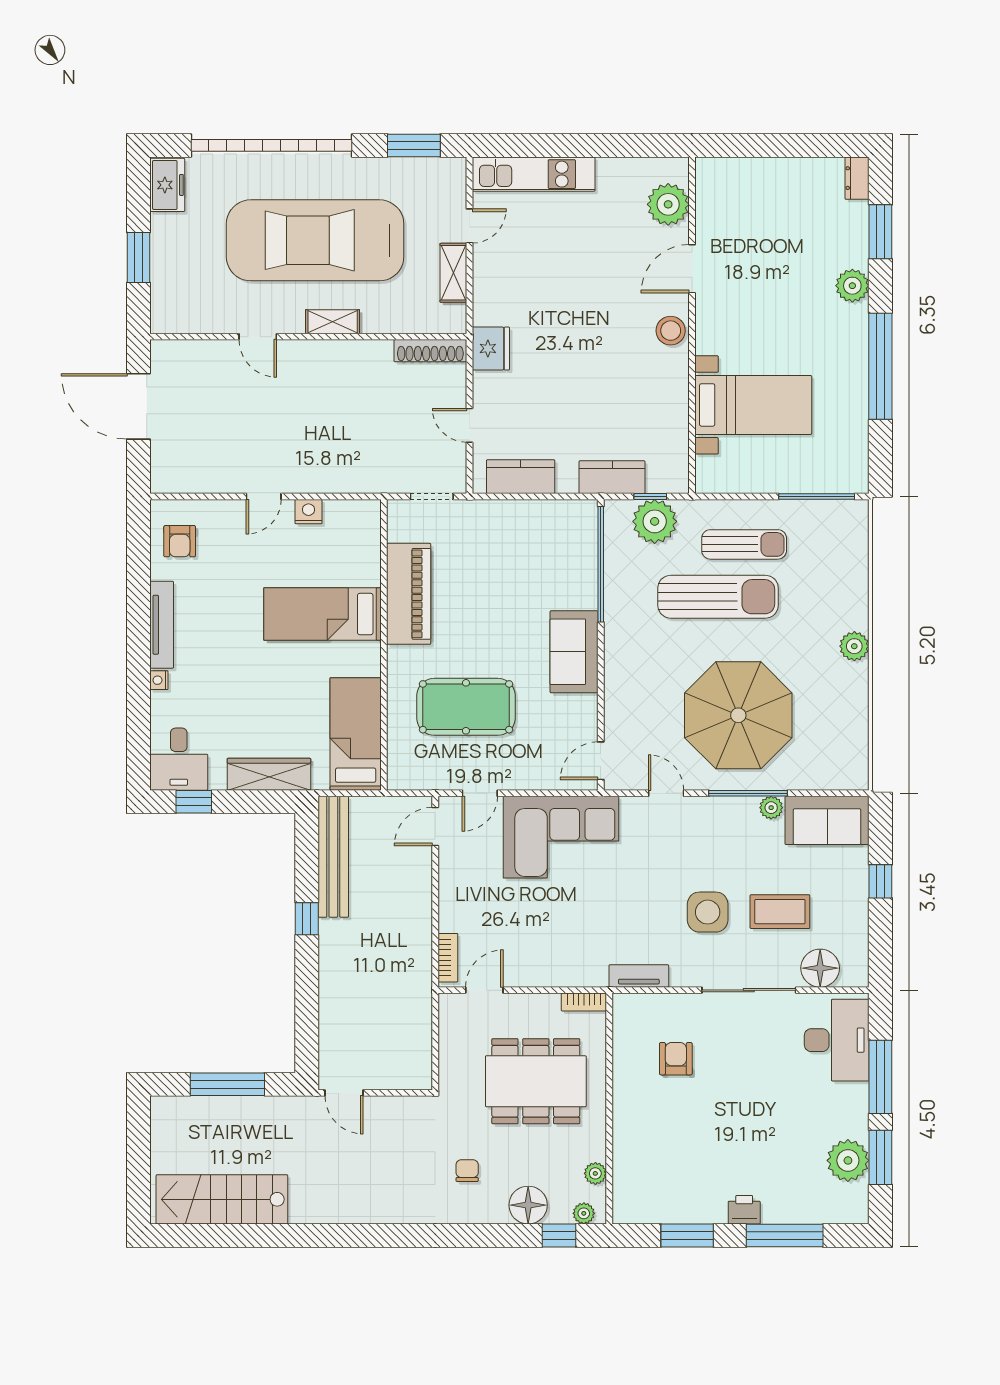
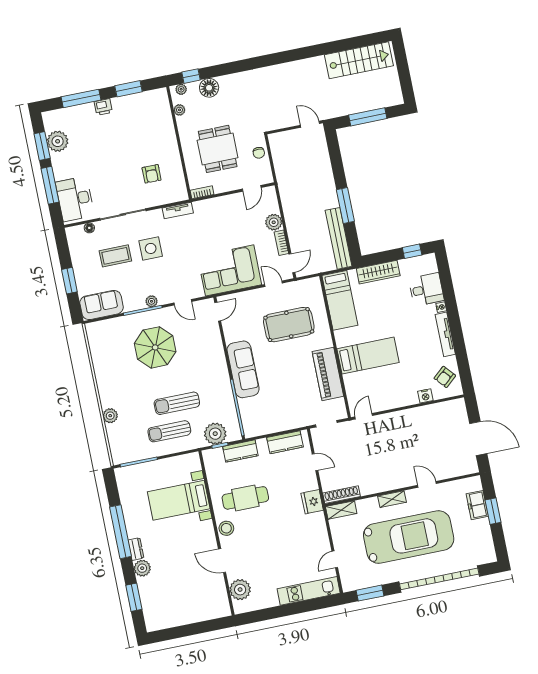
dresser: (857, 178) -> (136, 549), moved
freezer: (167, 185) -> (477, 505), moved
door: (692, 269) -> (222, 561), swing flipped
shelving: (453, 273) -> (341, 510), moved, turned 90
cafe table: (621, 383) -> (245, 498), added
door: (264, 496) -> (364, 416), moved
nightstand: (308, 512) -> (425, 396), moved
armchair: (180, 541) -> (445, 377), turned -131
sun lounger: (718, 597) -> (177, 403), width x0.73, depth x0.75
plant: (854, 646) -> (110, 416), moved
sofa: (574, 652) -> (243, 369), width x1.36
parasol: (738, 715) -> (155, 347), width x0.73, depth x0.73
desk: (179, 759) -> (426, 289), moved, turned 90
door: (480, 793) -> (274, 284), hinge flipped
plant: (771, 808) -> (152, 301), moved
window: (880, 881) -> (69, 281), width x1.50
plant: (455, 914) -> (274, 222), added
window: (307, 919) -> (345, 205), width x2.17
bookcase: (448, 958) -> (281, 243), moved
floor lamp: (820, 968) -> (89, 228), width x0.53, depth x0.53
dining table: (536, 1081) -> (218, 149), width x0.73
chair: (467, 1171) -> (259, 153), moved

